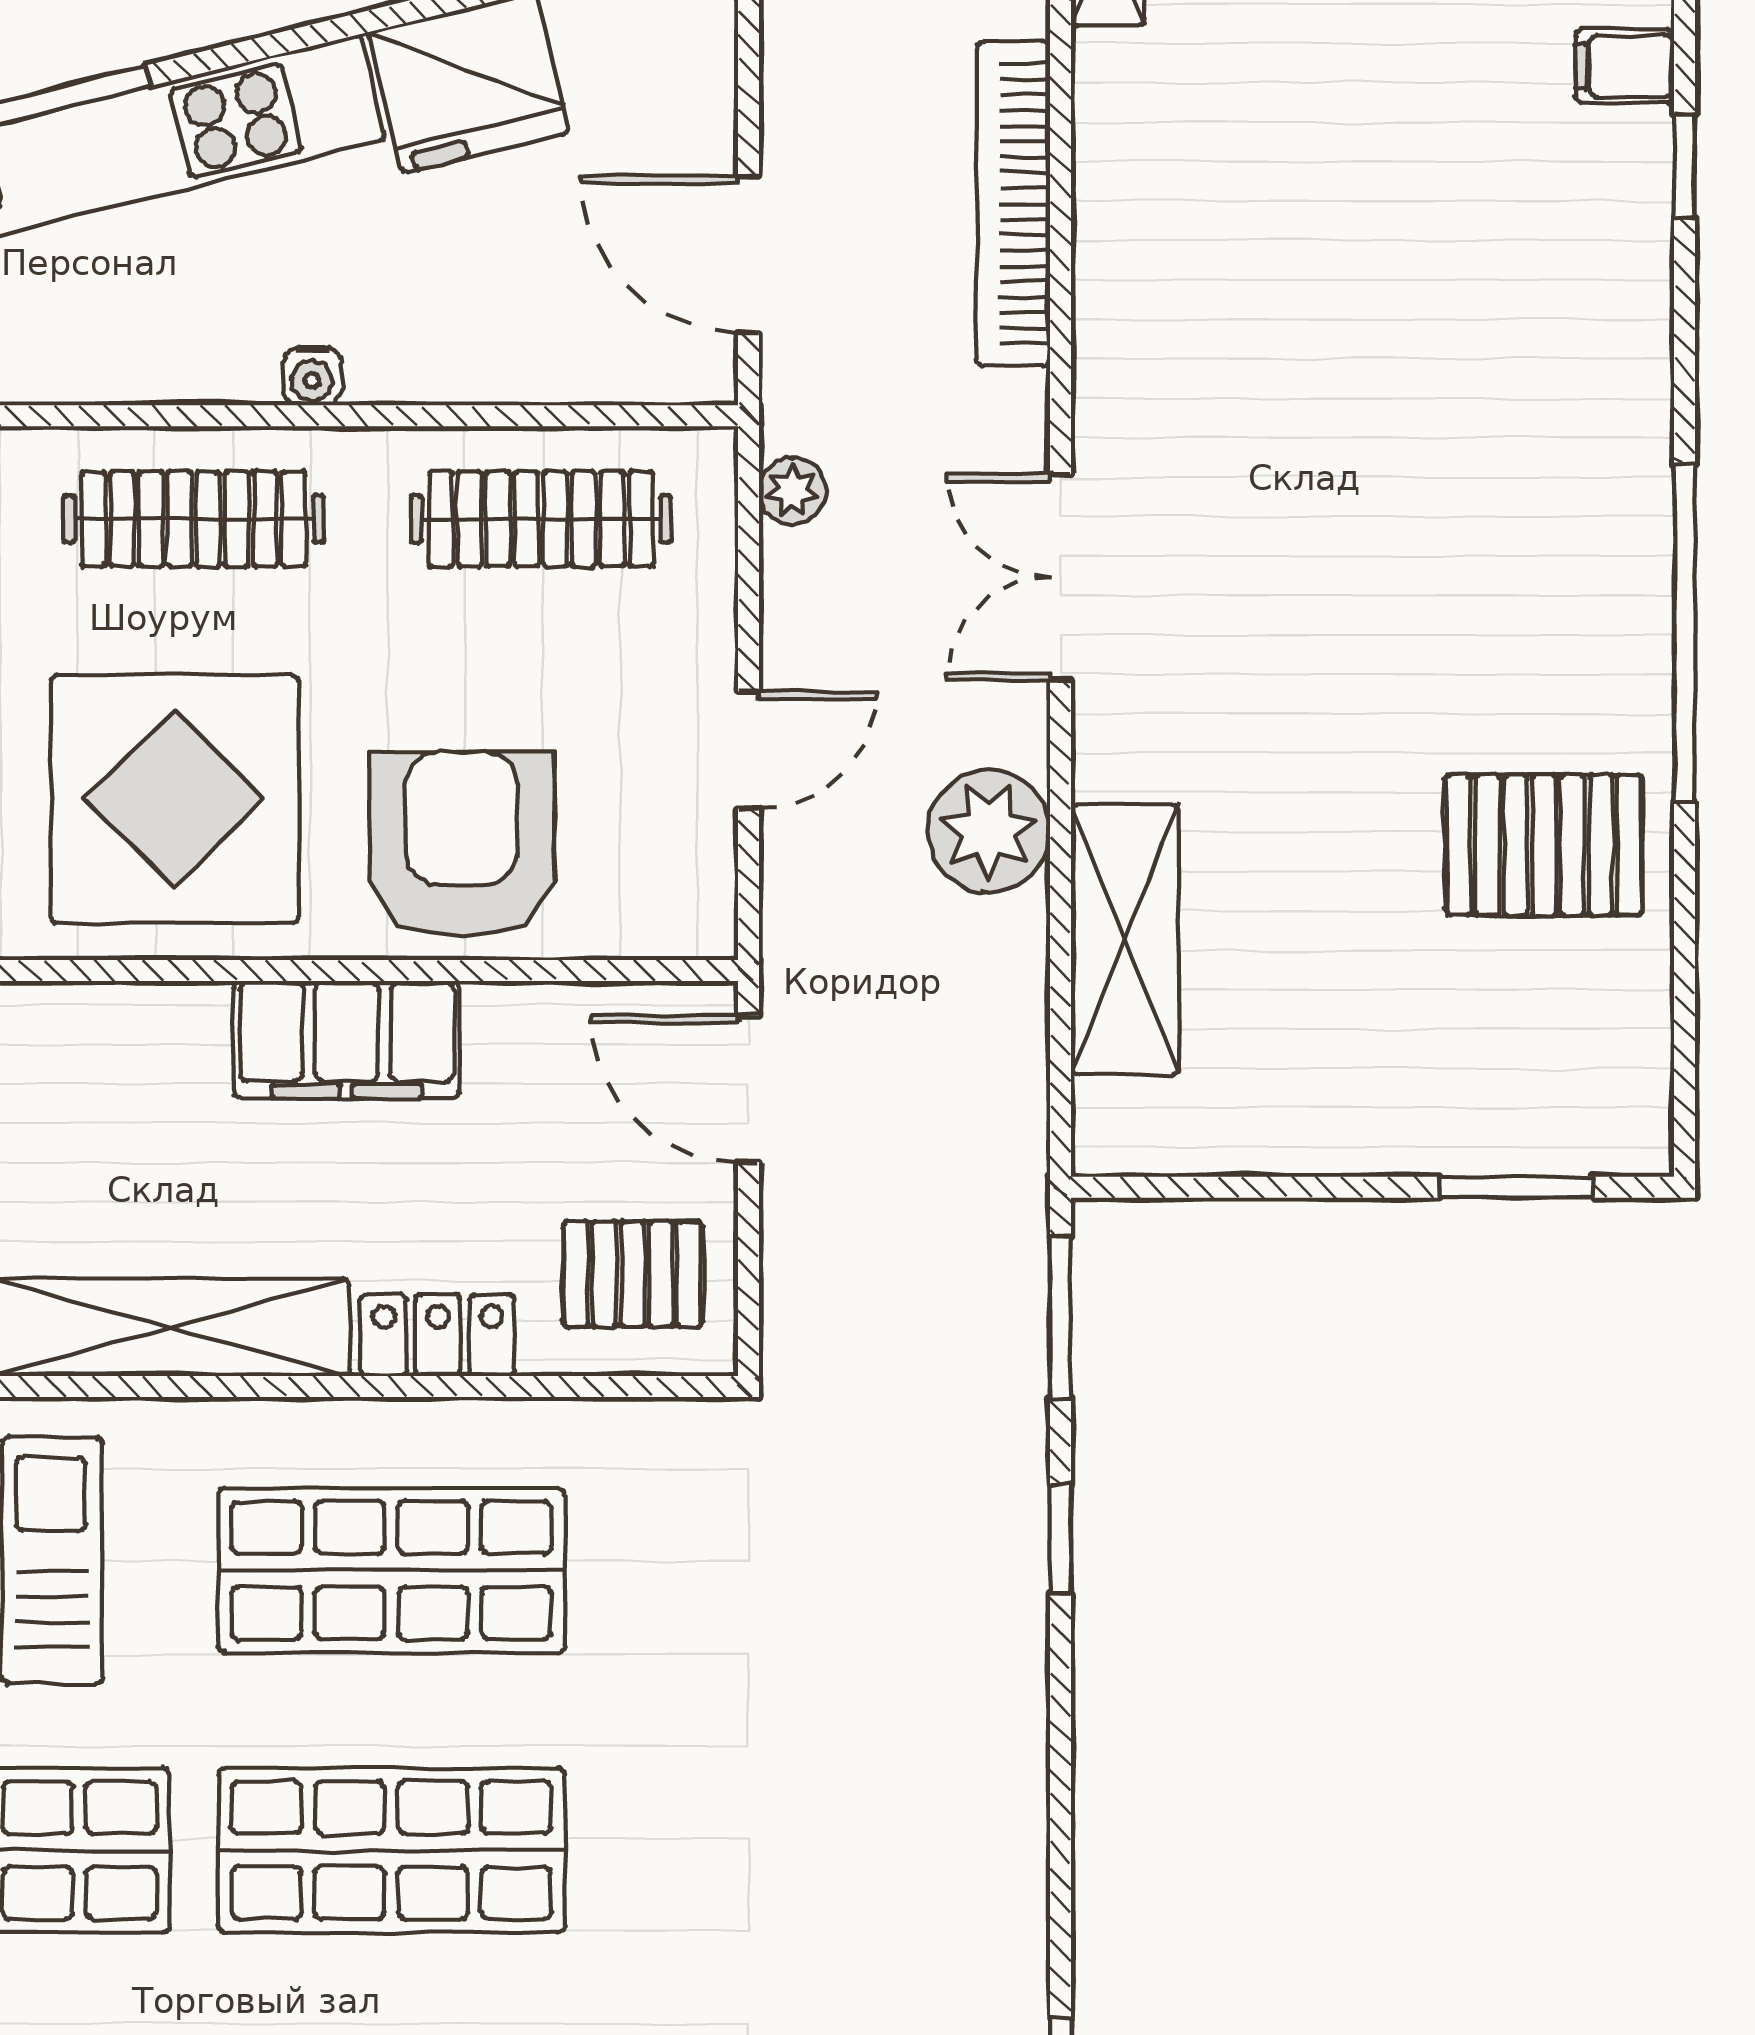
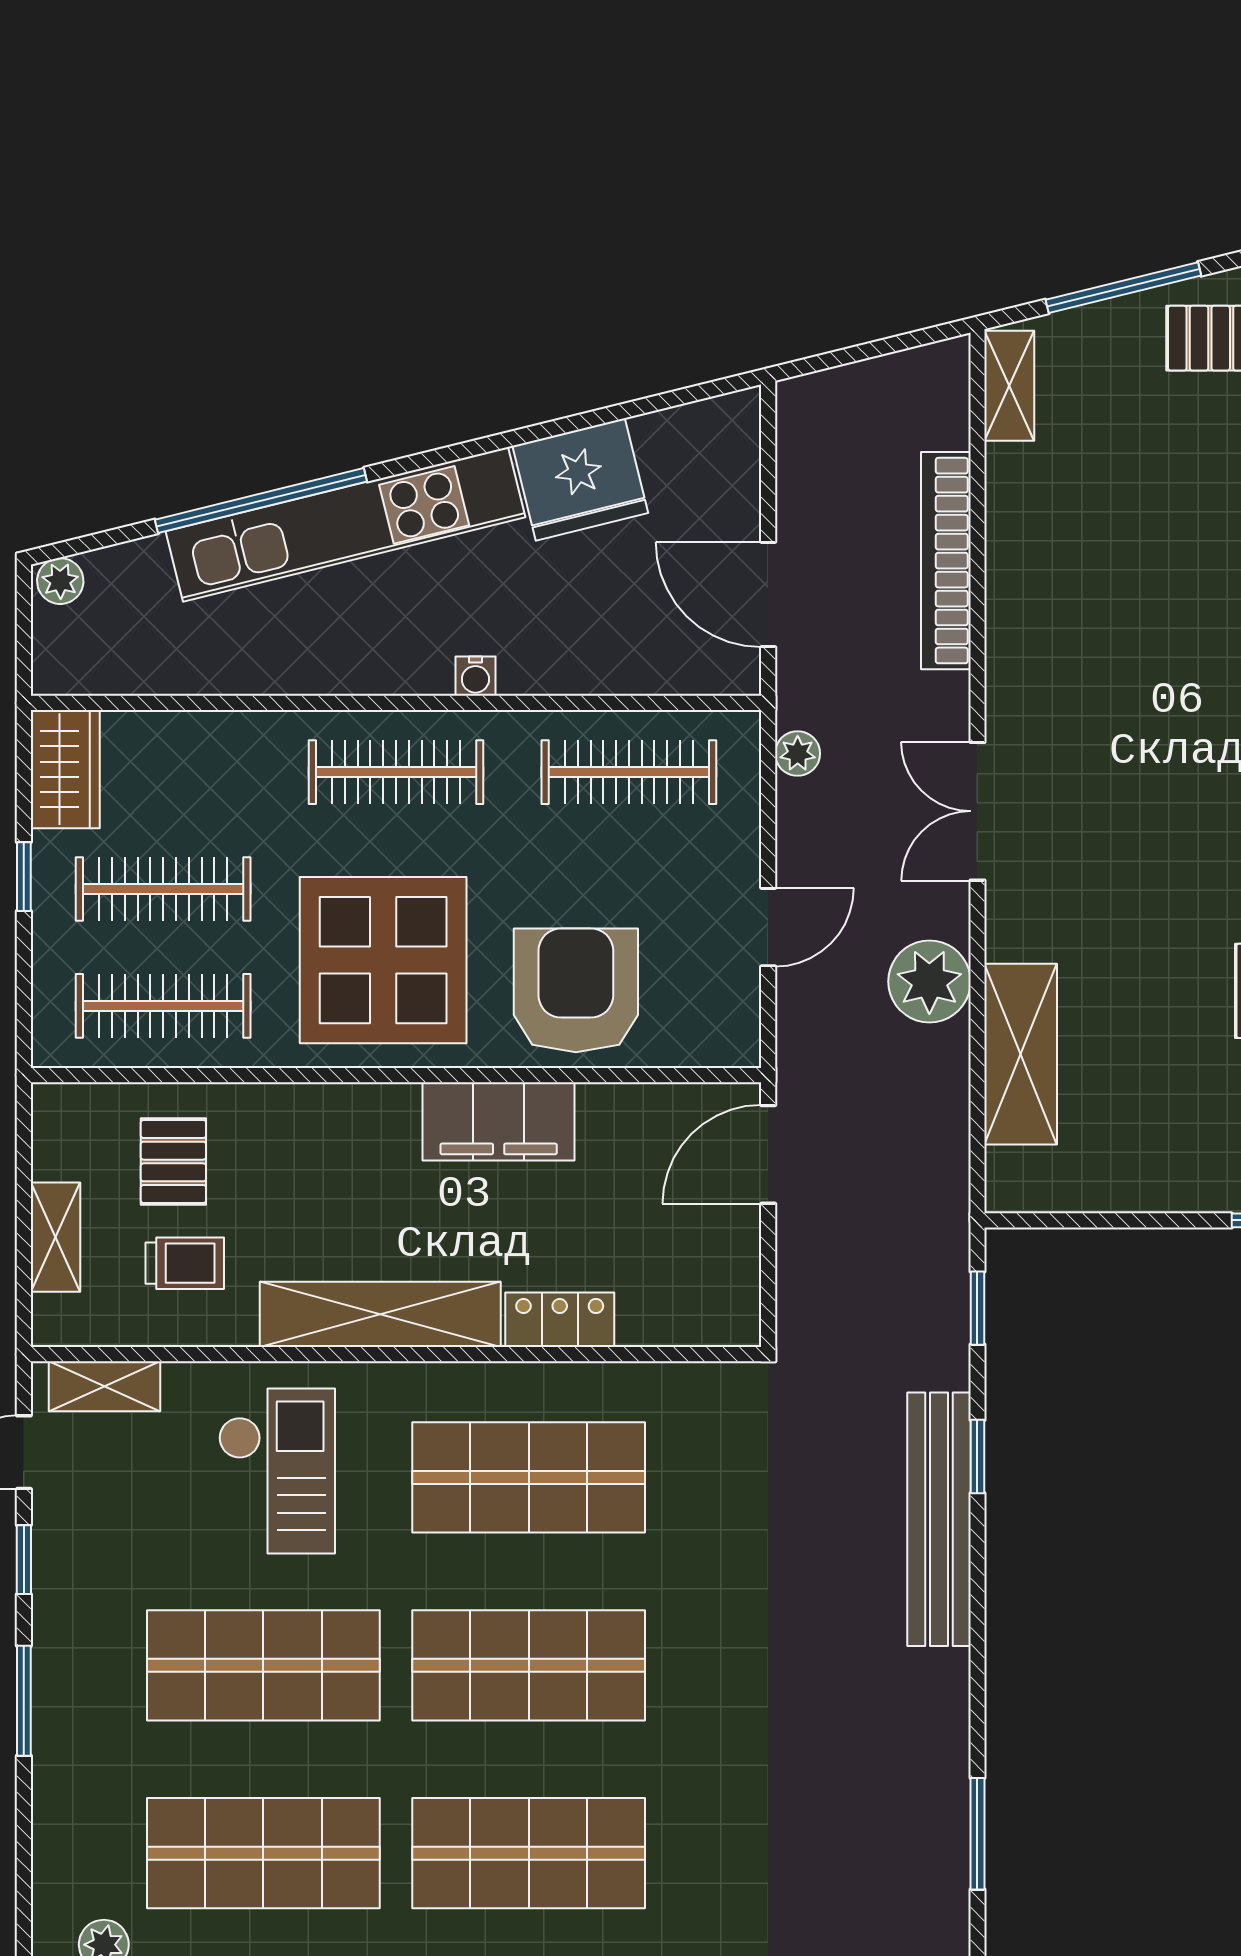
door: (748, 1089) -> (768, 1154), hinge flipped
pallet: (633, 1274) -> (690, 1279), removed
window: (1060, 1318) -> (977, 1308), width x0.67
bench: (1003, 1633) -> (939, 1519), added

